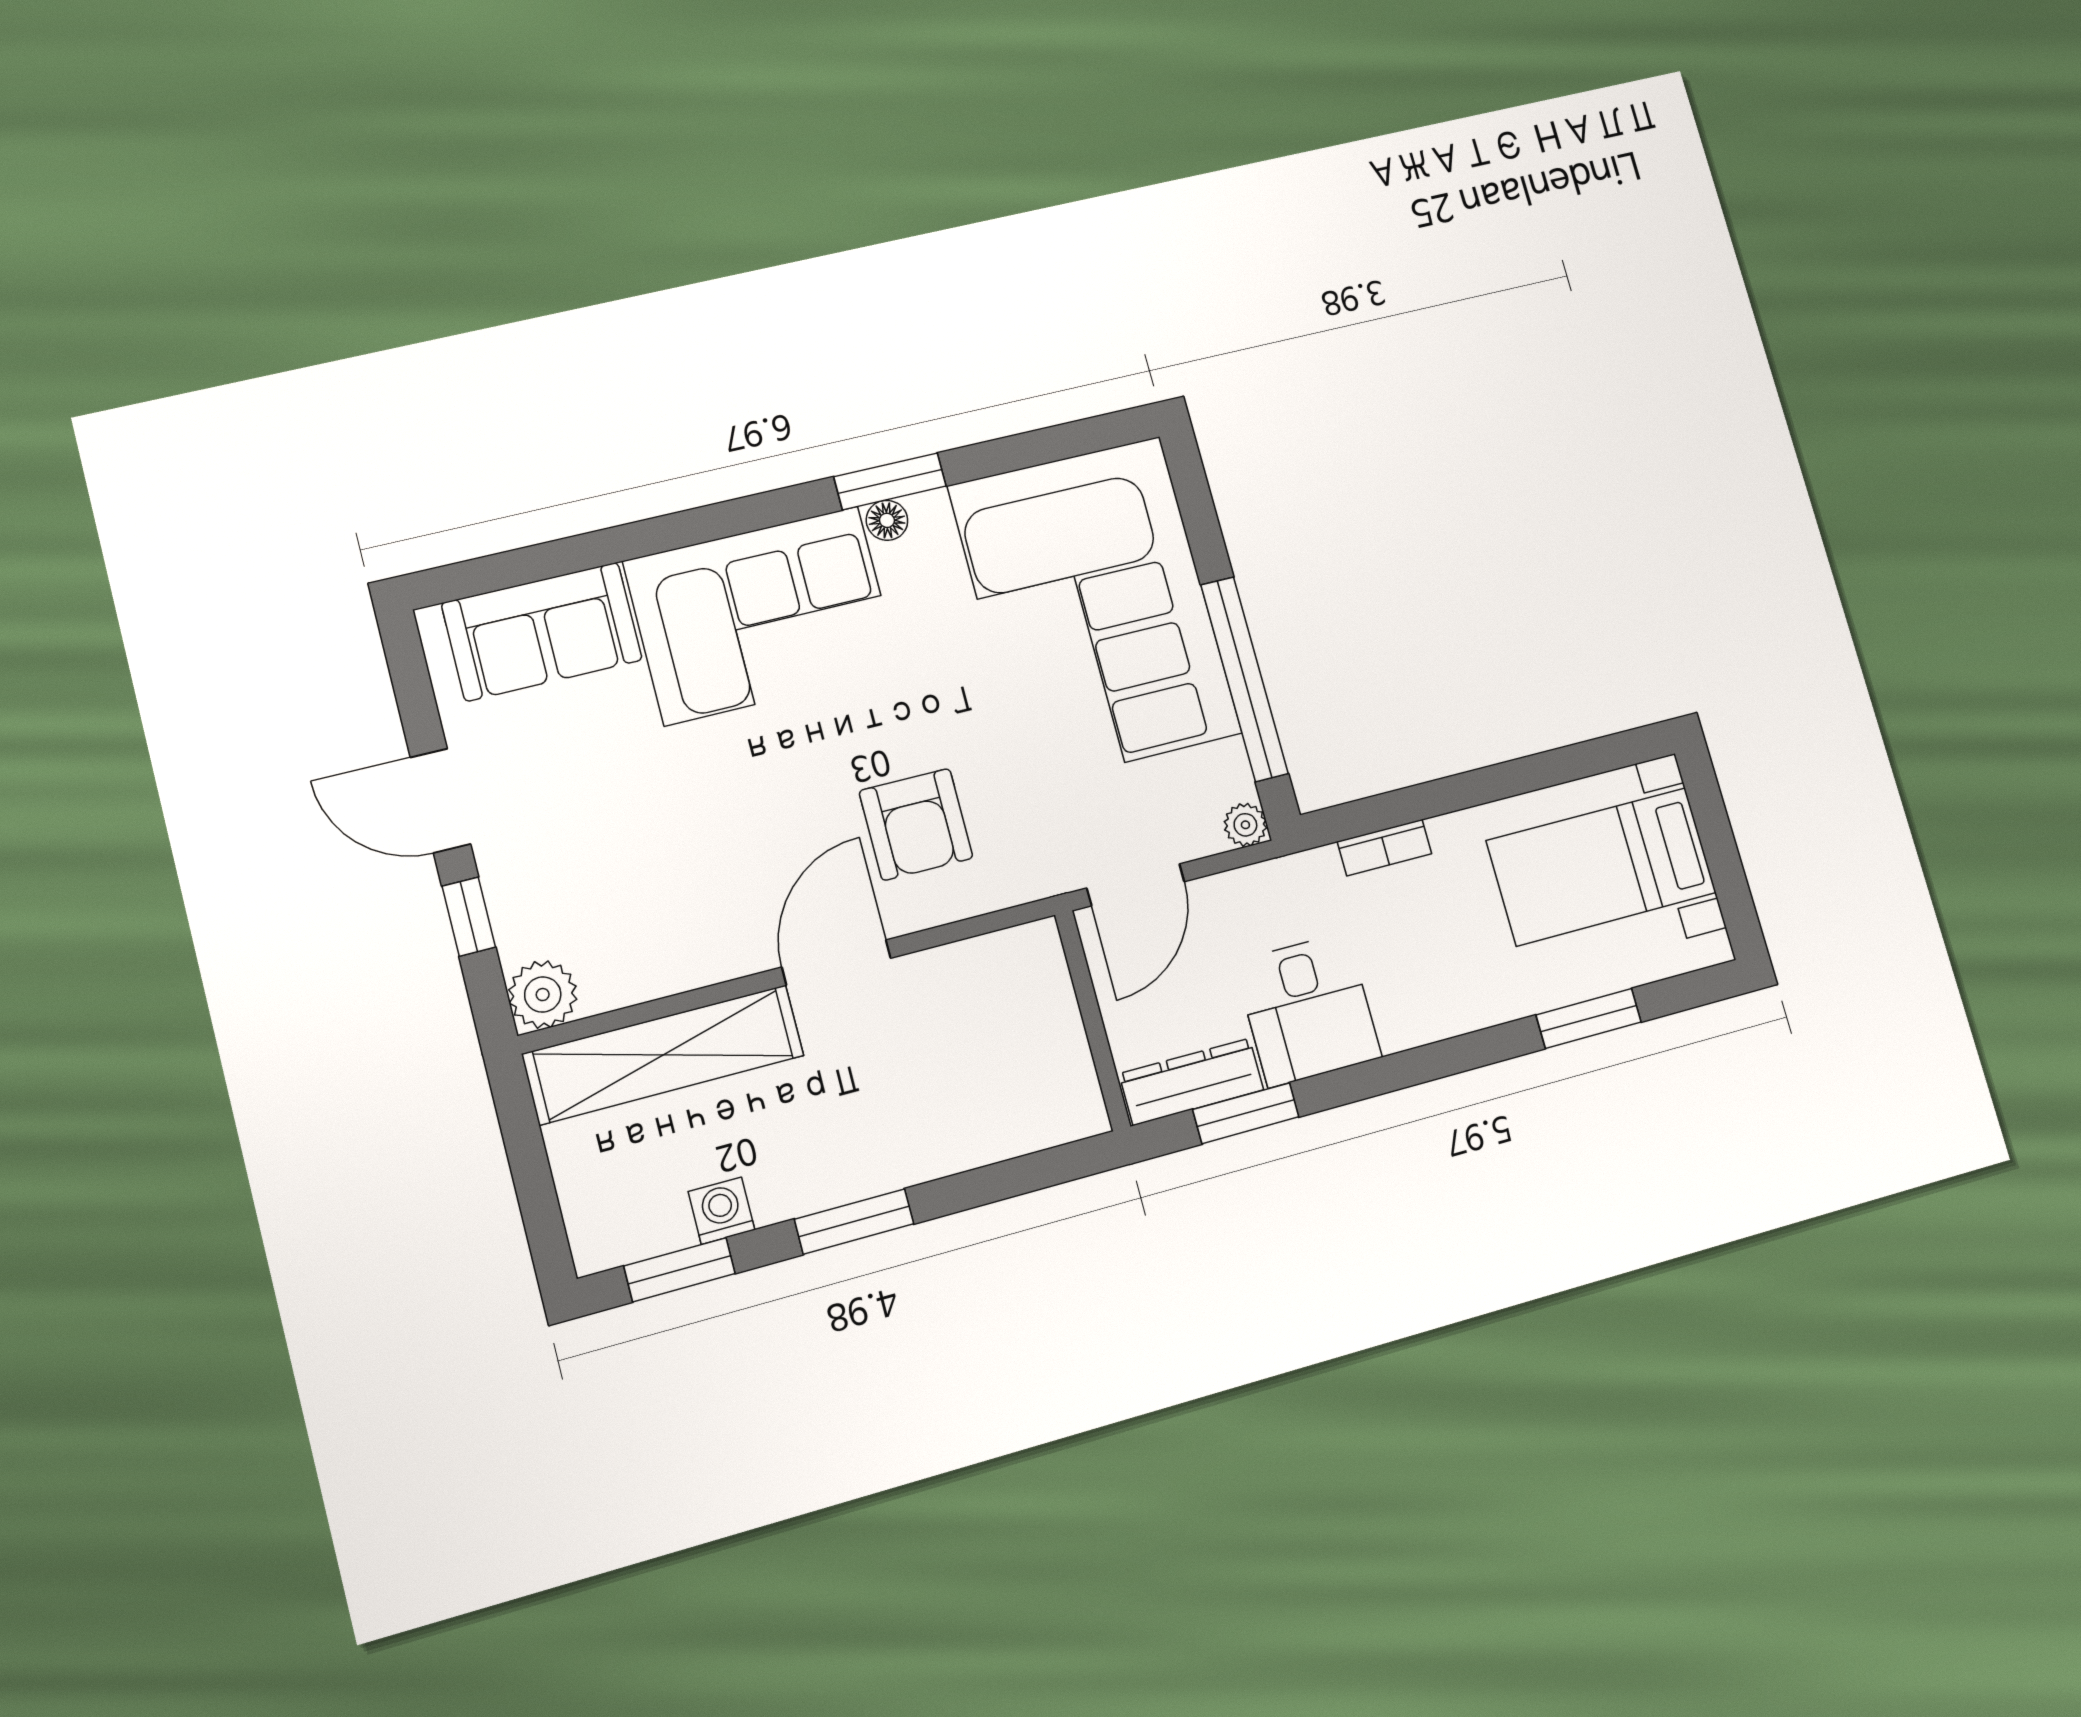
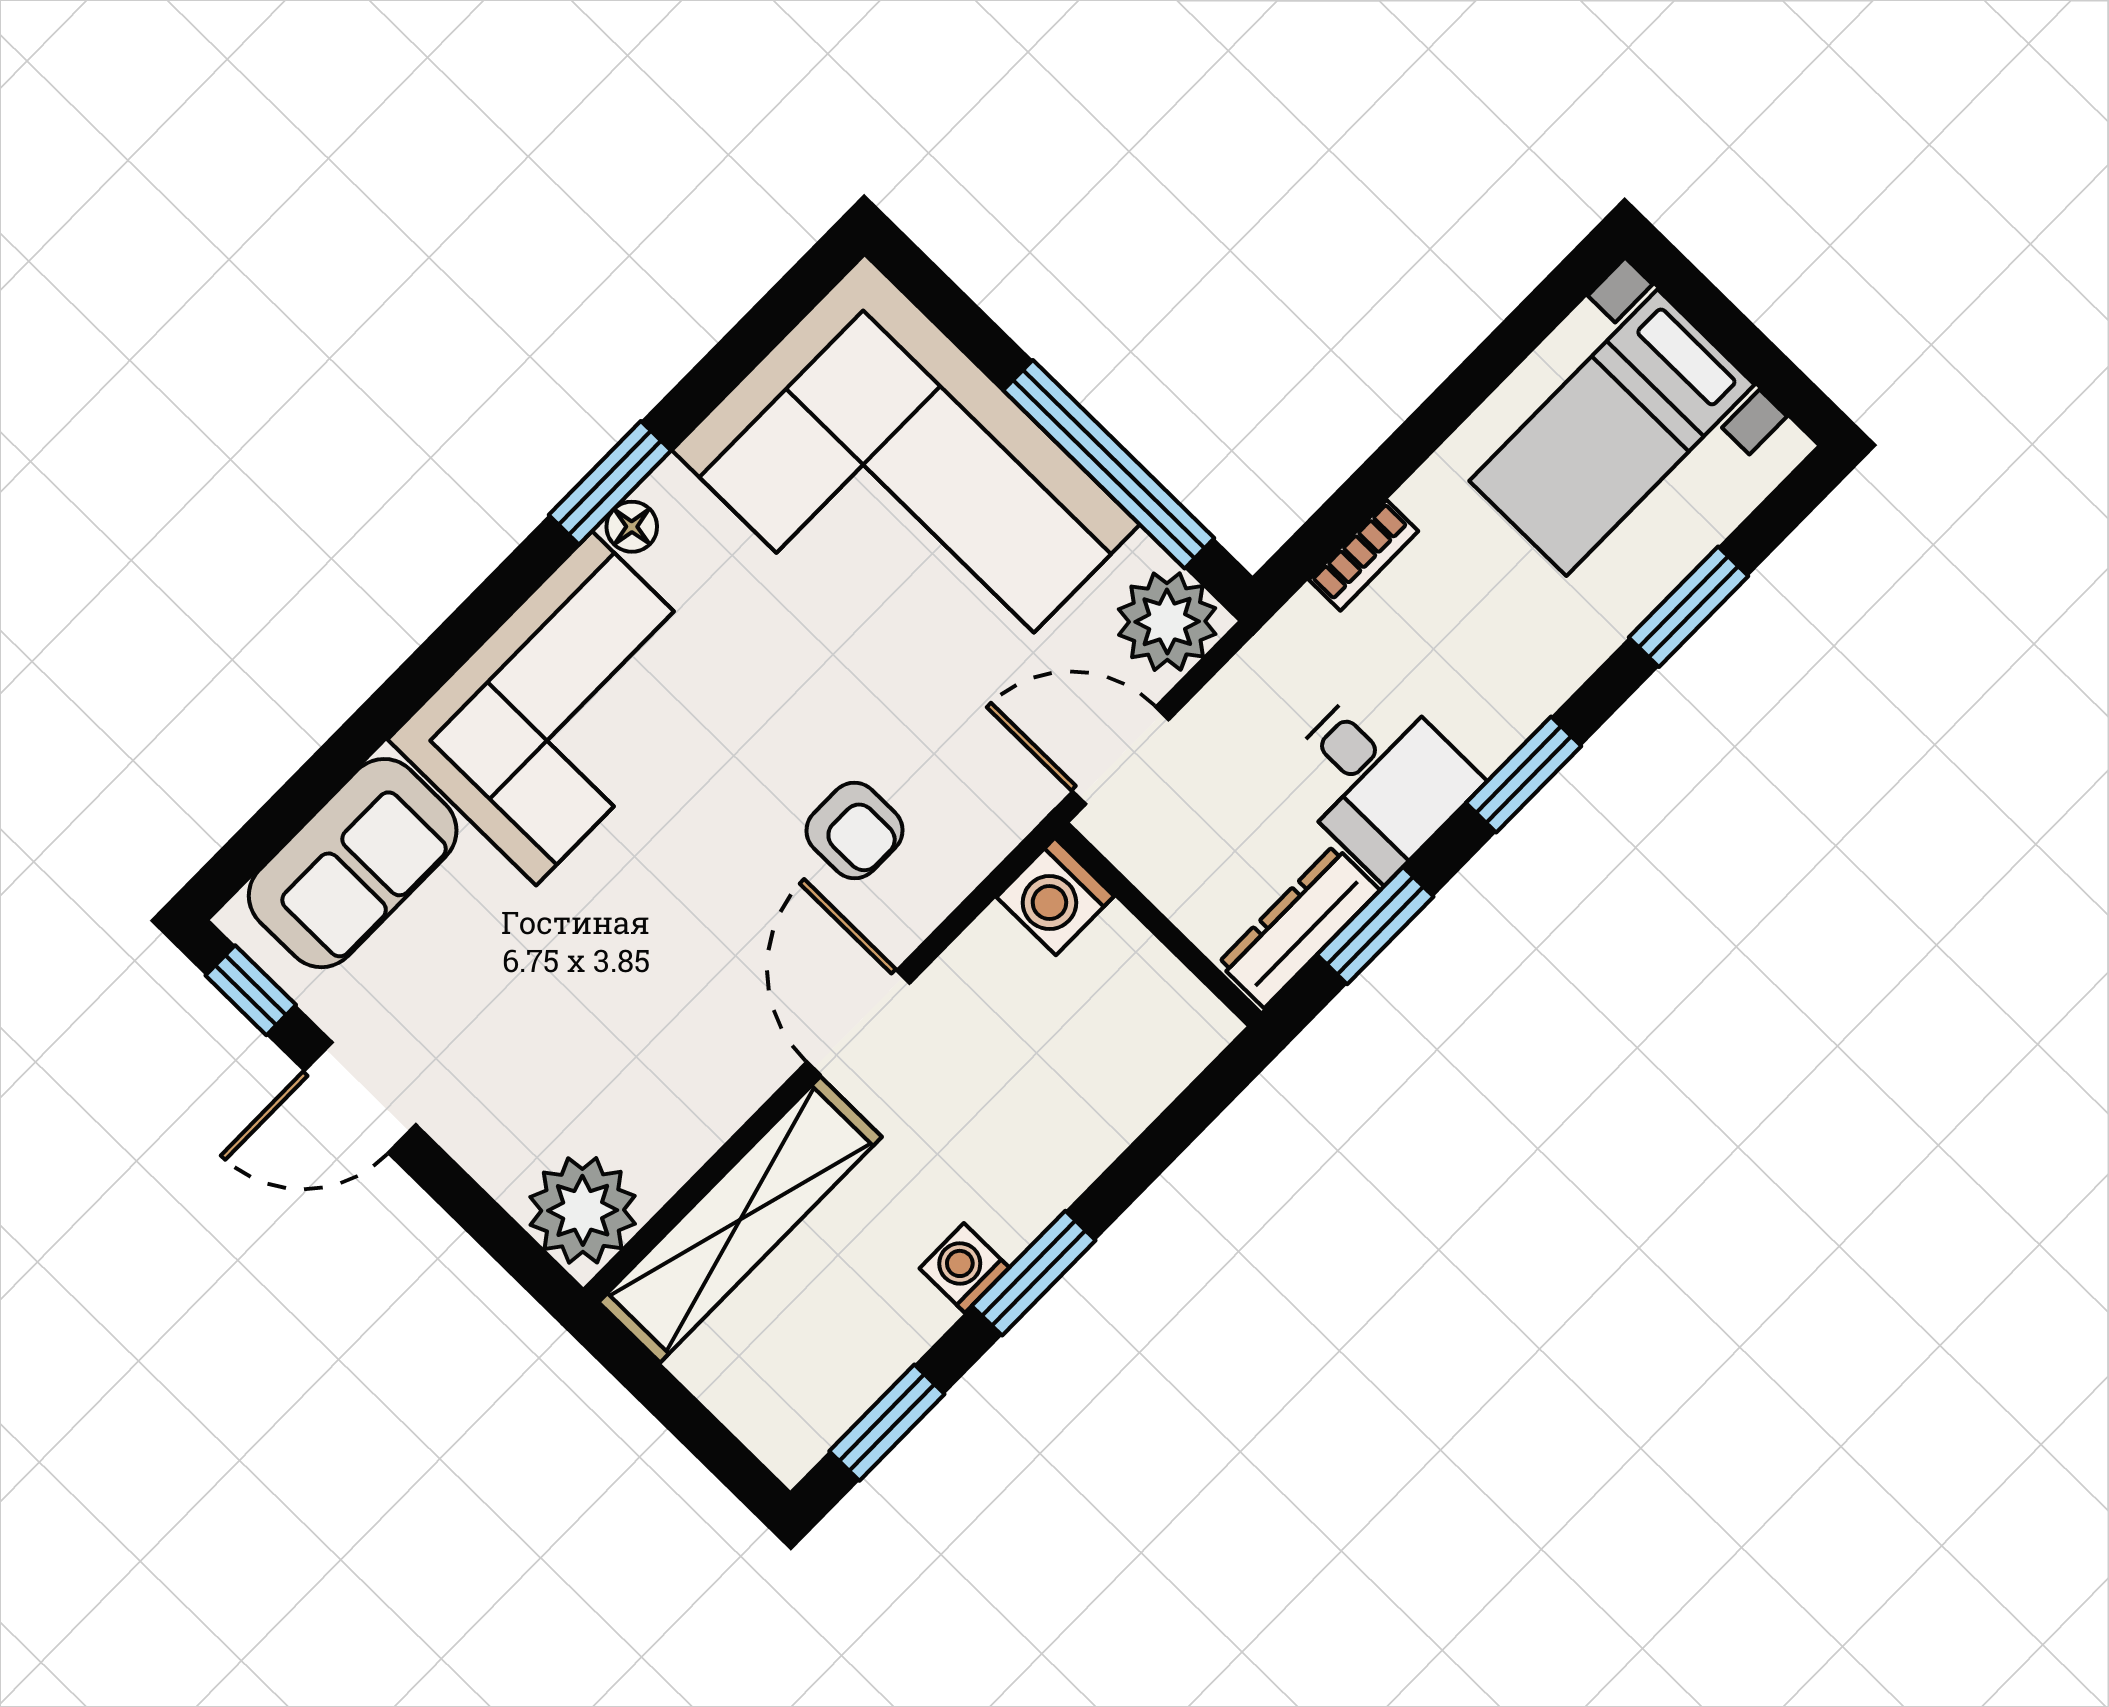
armchair: (916, 824) -> (854, 831), width x0.72, depth x0.72
plant: (1245, 825) -> (1167, 622), width x1.88, depth x1.88
door: (1136, 885) -> (1121, 756), swing flipped
window: (469, 917) -> (251, 990), moved
washing machine: (1031, 957) -> (1055, 897), added
plant: (543, 995) -> (583, 1210), width x1.36, depth x1.36
window: (1410, 1068) -> (1524, 775), added
washing machine: (721, 1211) -> (964, 1268), moved

